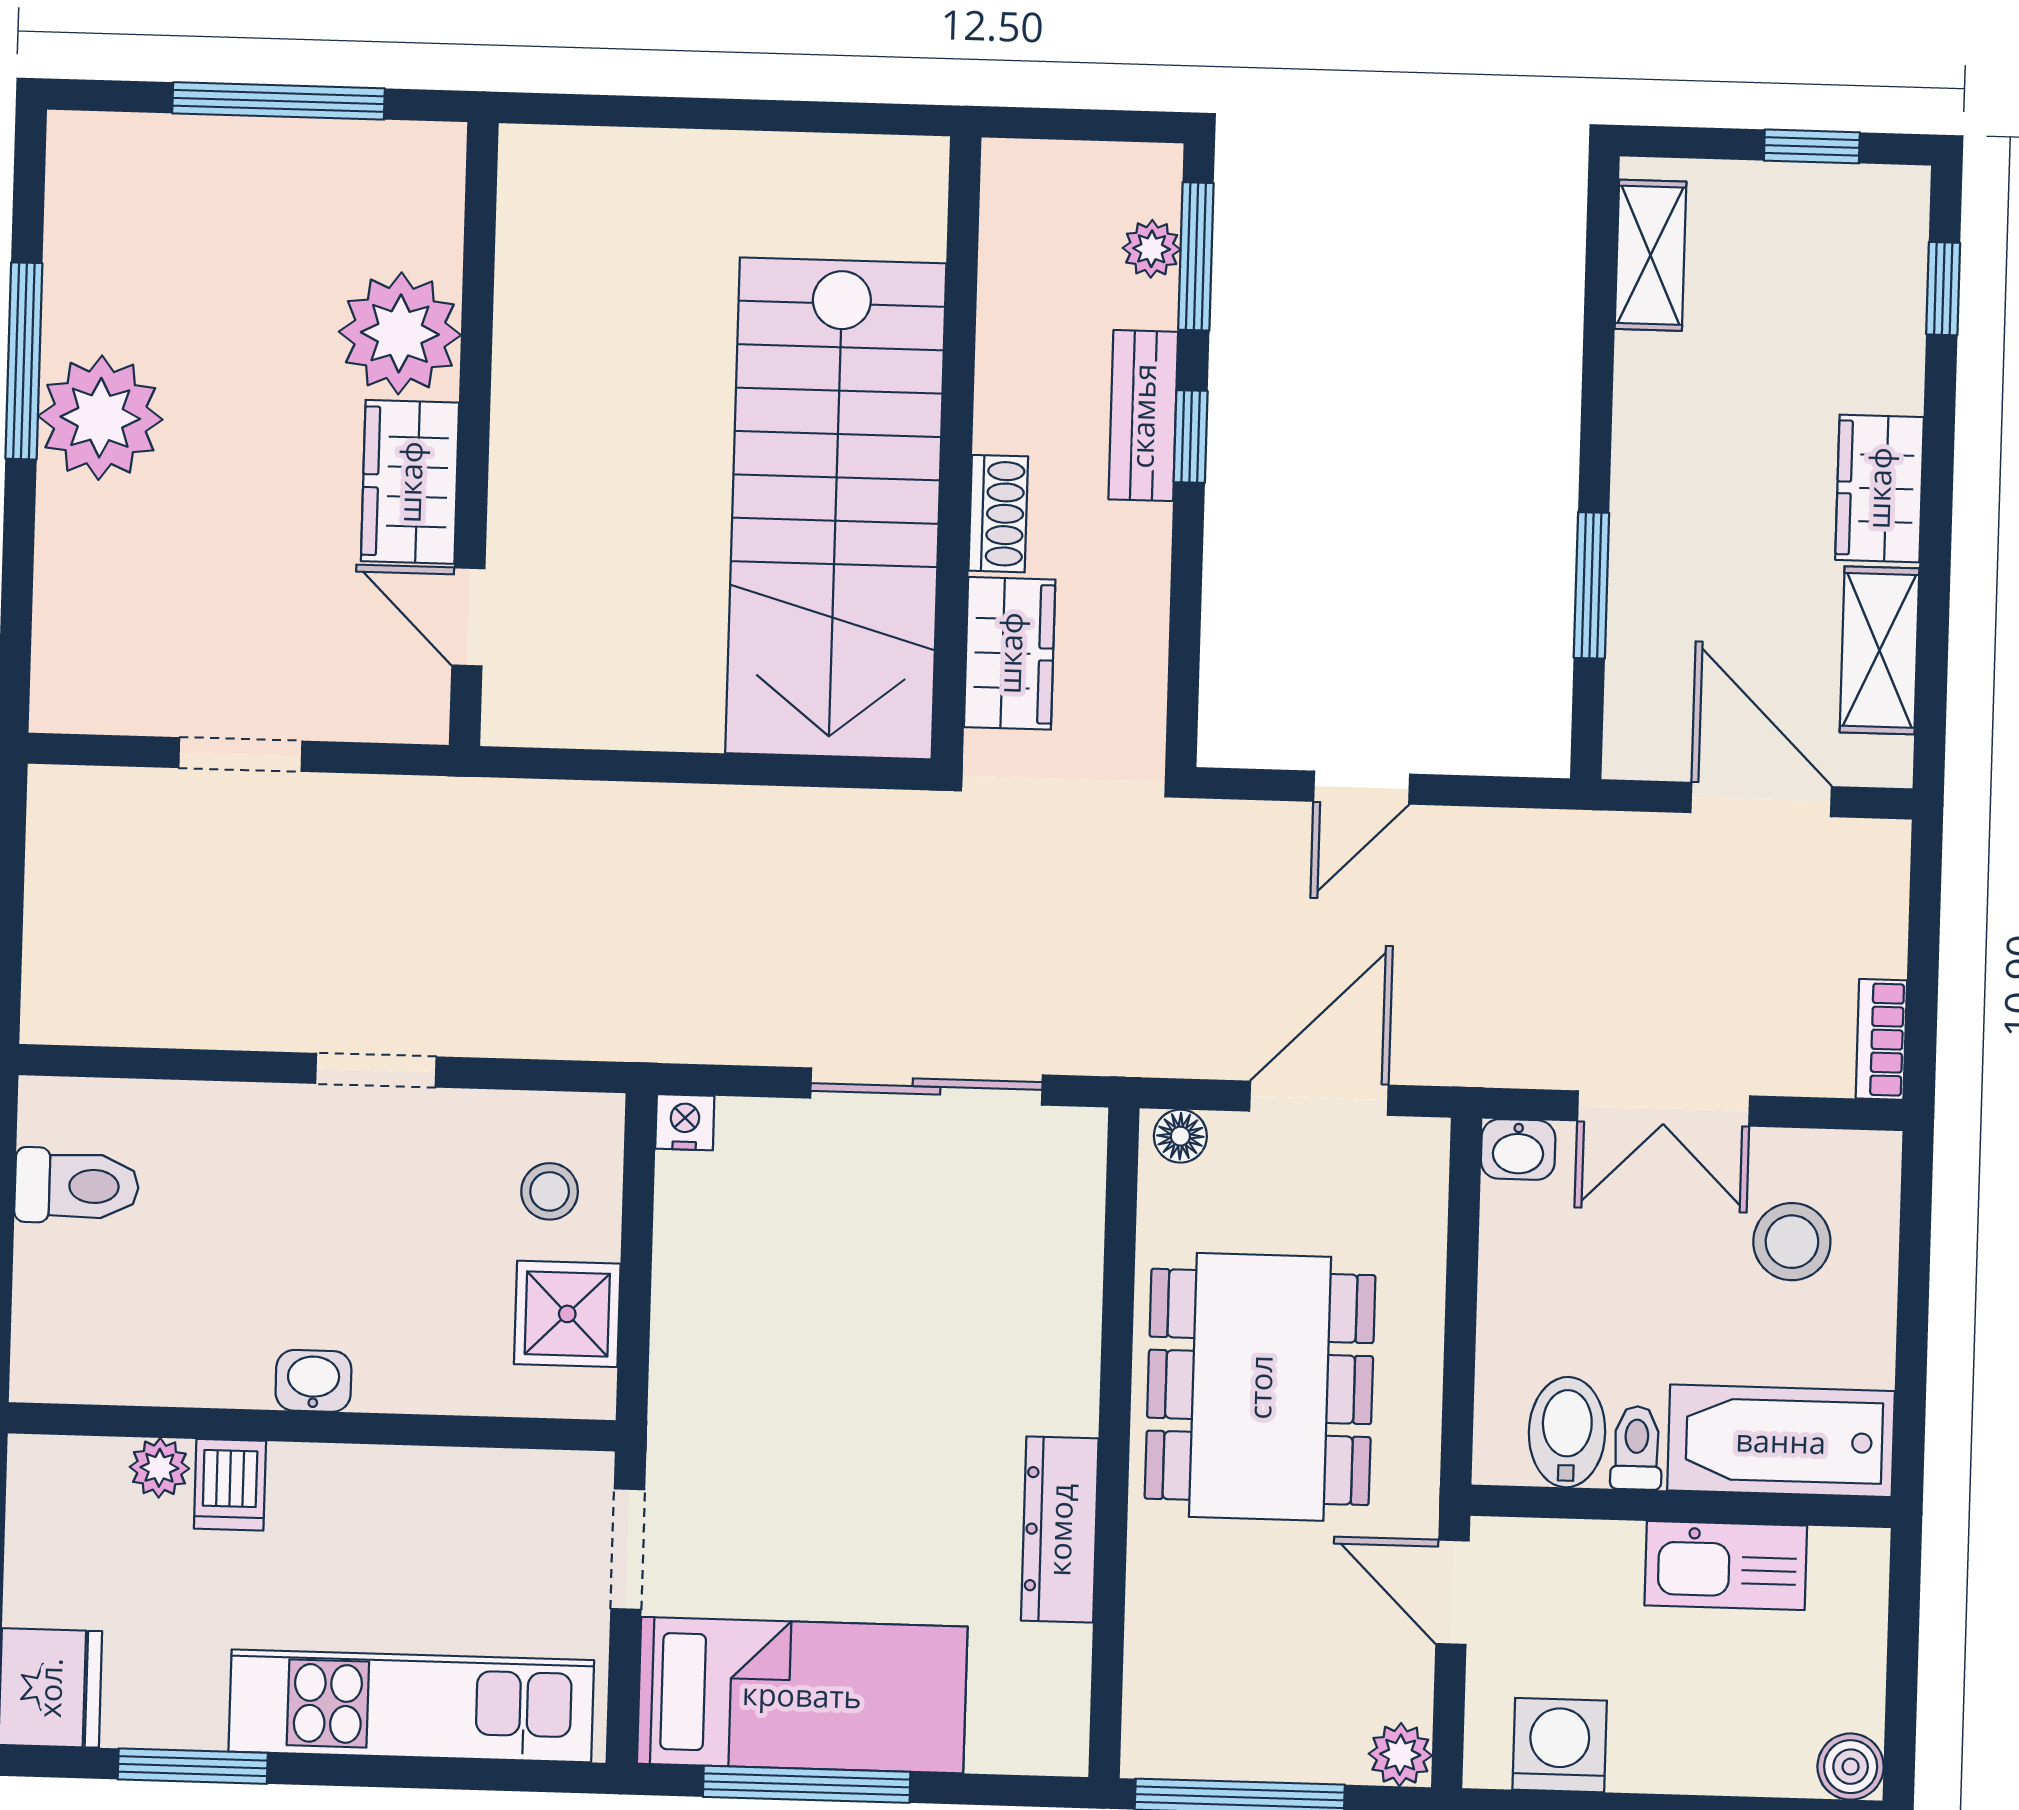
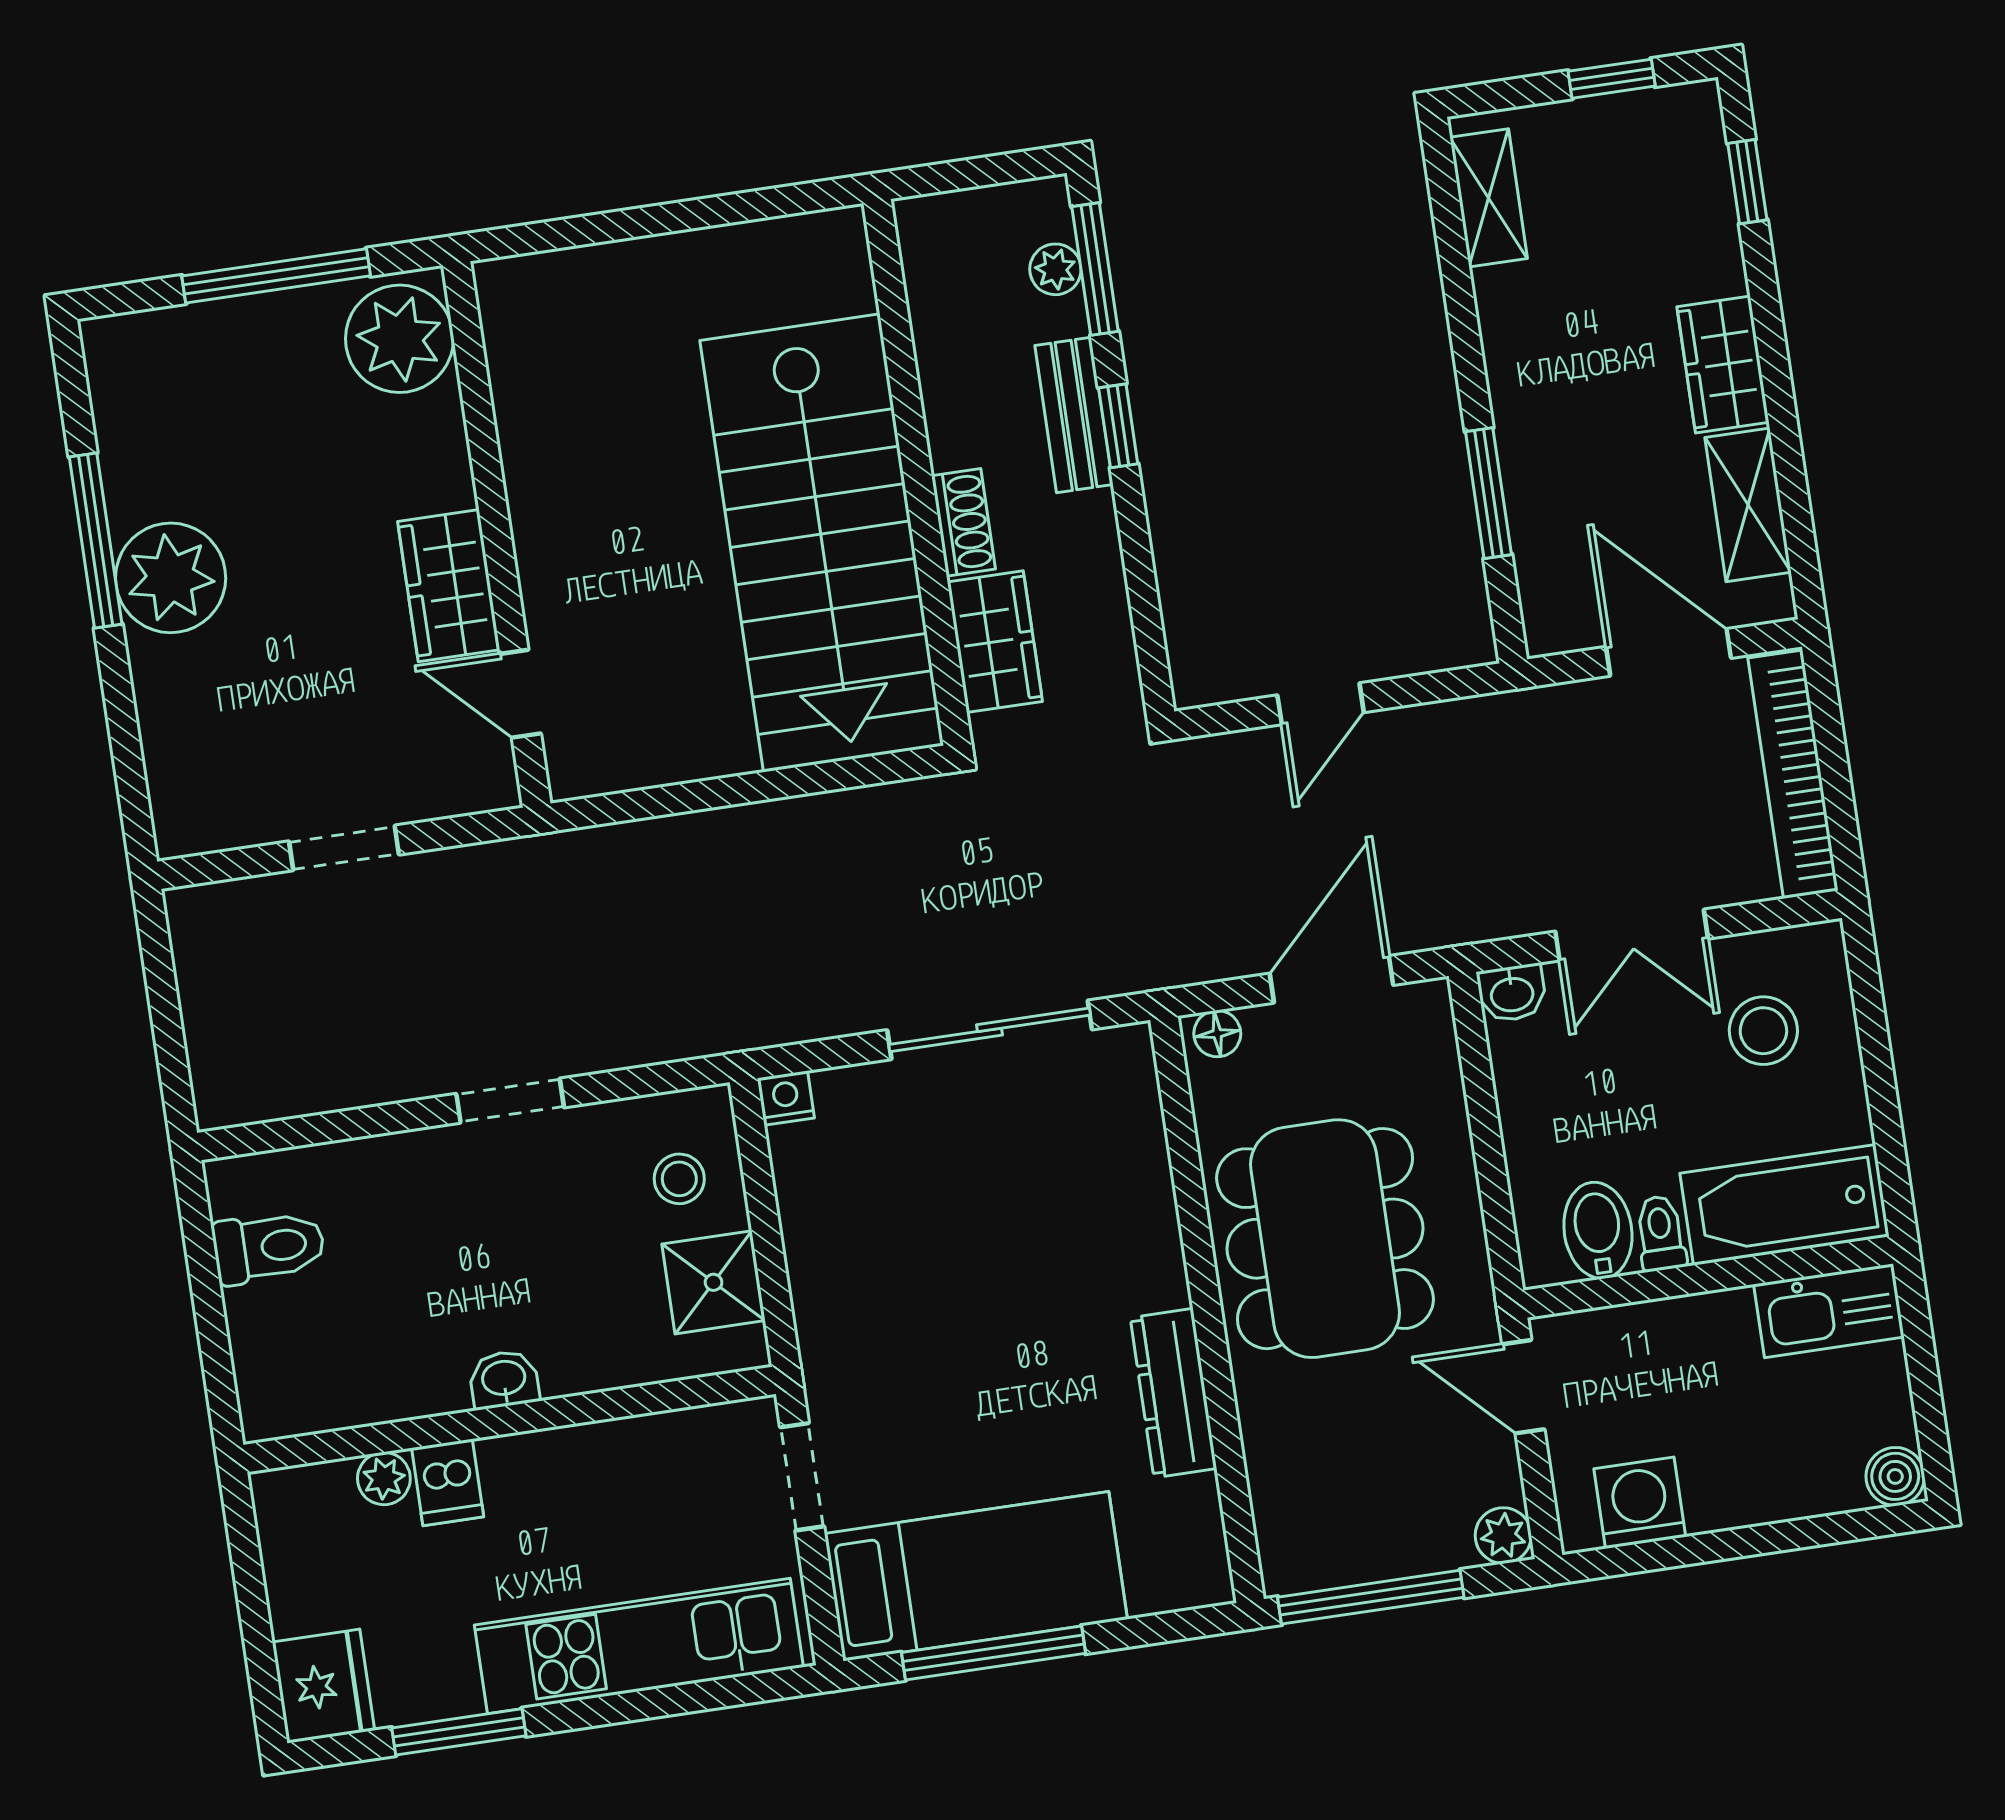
plant: (400, 333) -> (399, 339), moved
bookcase: (1881, 1039) -> (1793, 774), width x2.31, depth x1.31
kitchen sink: (1726, 1566) -> (1829, 1311), moved

